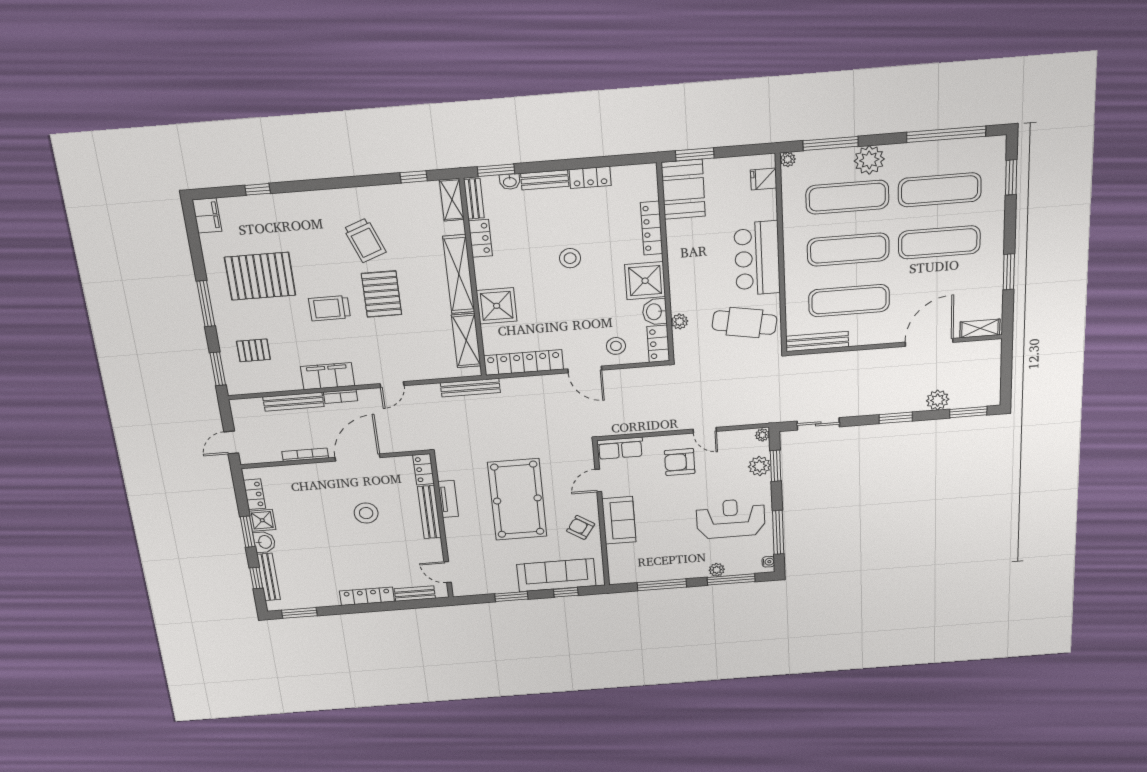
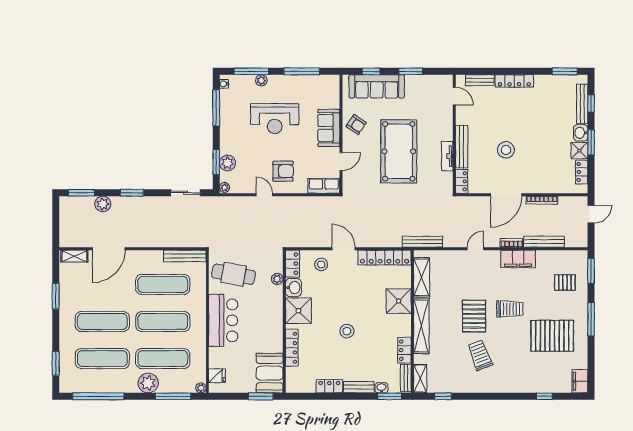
reception desk: (731, 518) -> (275, 119), moved

